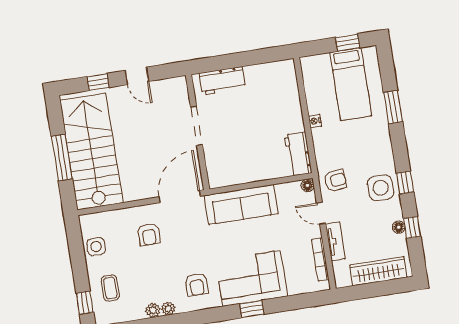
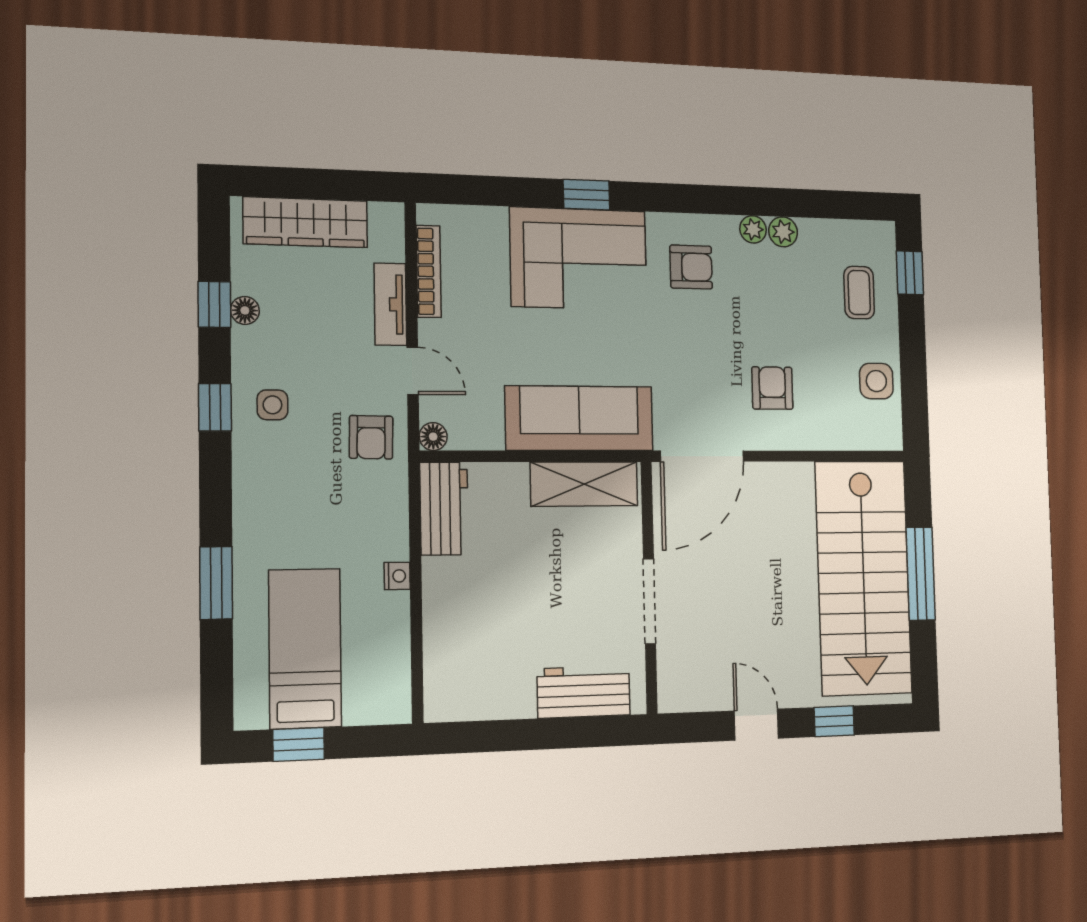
shelving: (235, 175) -> (584, 484), added
armchair: (335, 181) -> (371, 437), turned -84
side table: (381, 188) -> (272, 405), width x0.54, depth x0.54
armchair: (197, 285) -> (691, 267), turned 90

